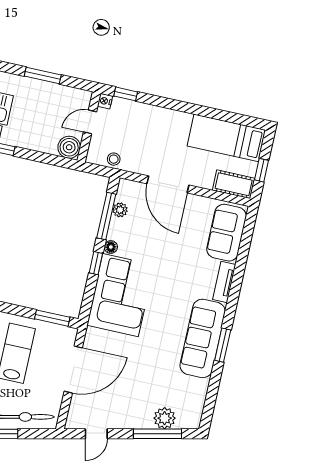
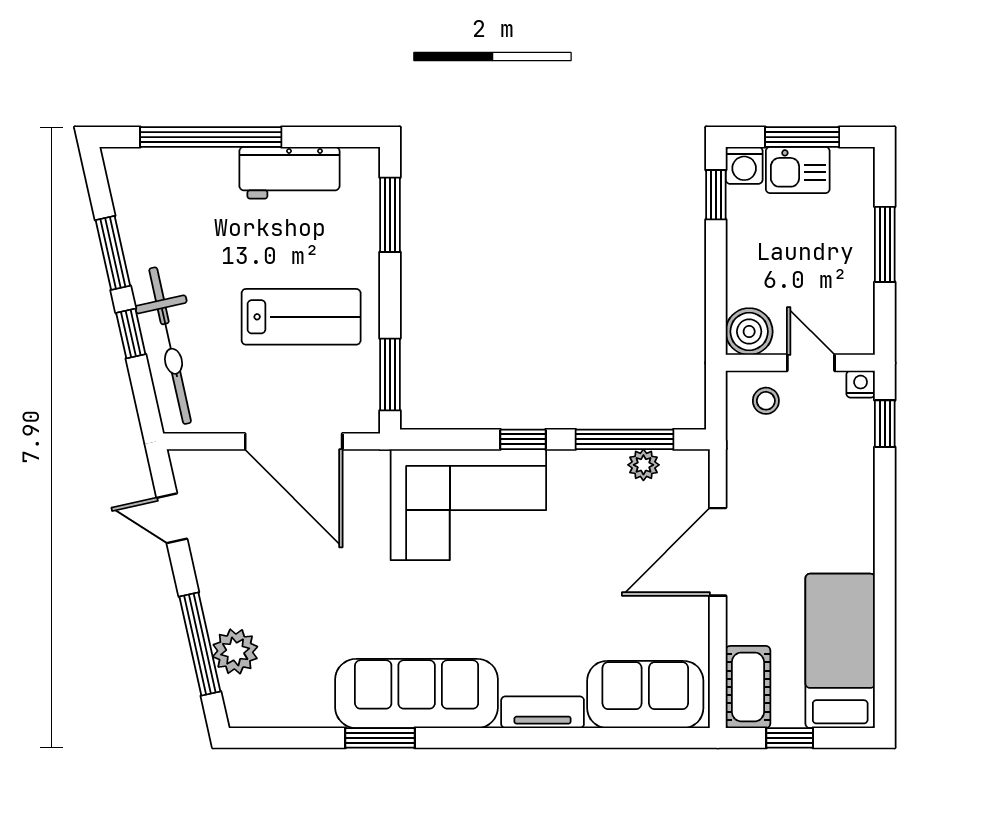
stool: (114, 159) -> (766, 401), moved
floor lamp: (111, 247) -> (563, 463), removed
window: (223, 345) -> (380, 738), moved

